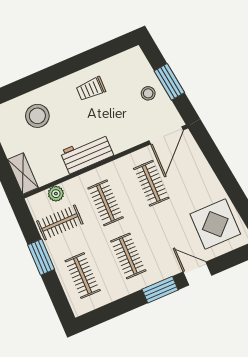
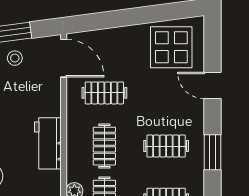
clothes rail: (106, 203) -> (104, 146), turned 90
door: (197, 274) -> (213, 86), hinge flipped
window: (160, 290) -> (213, 152), moved

